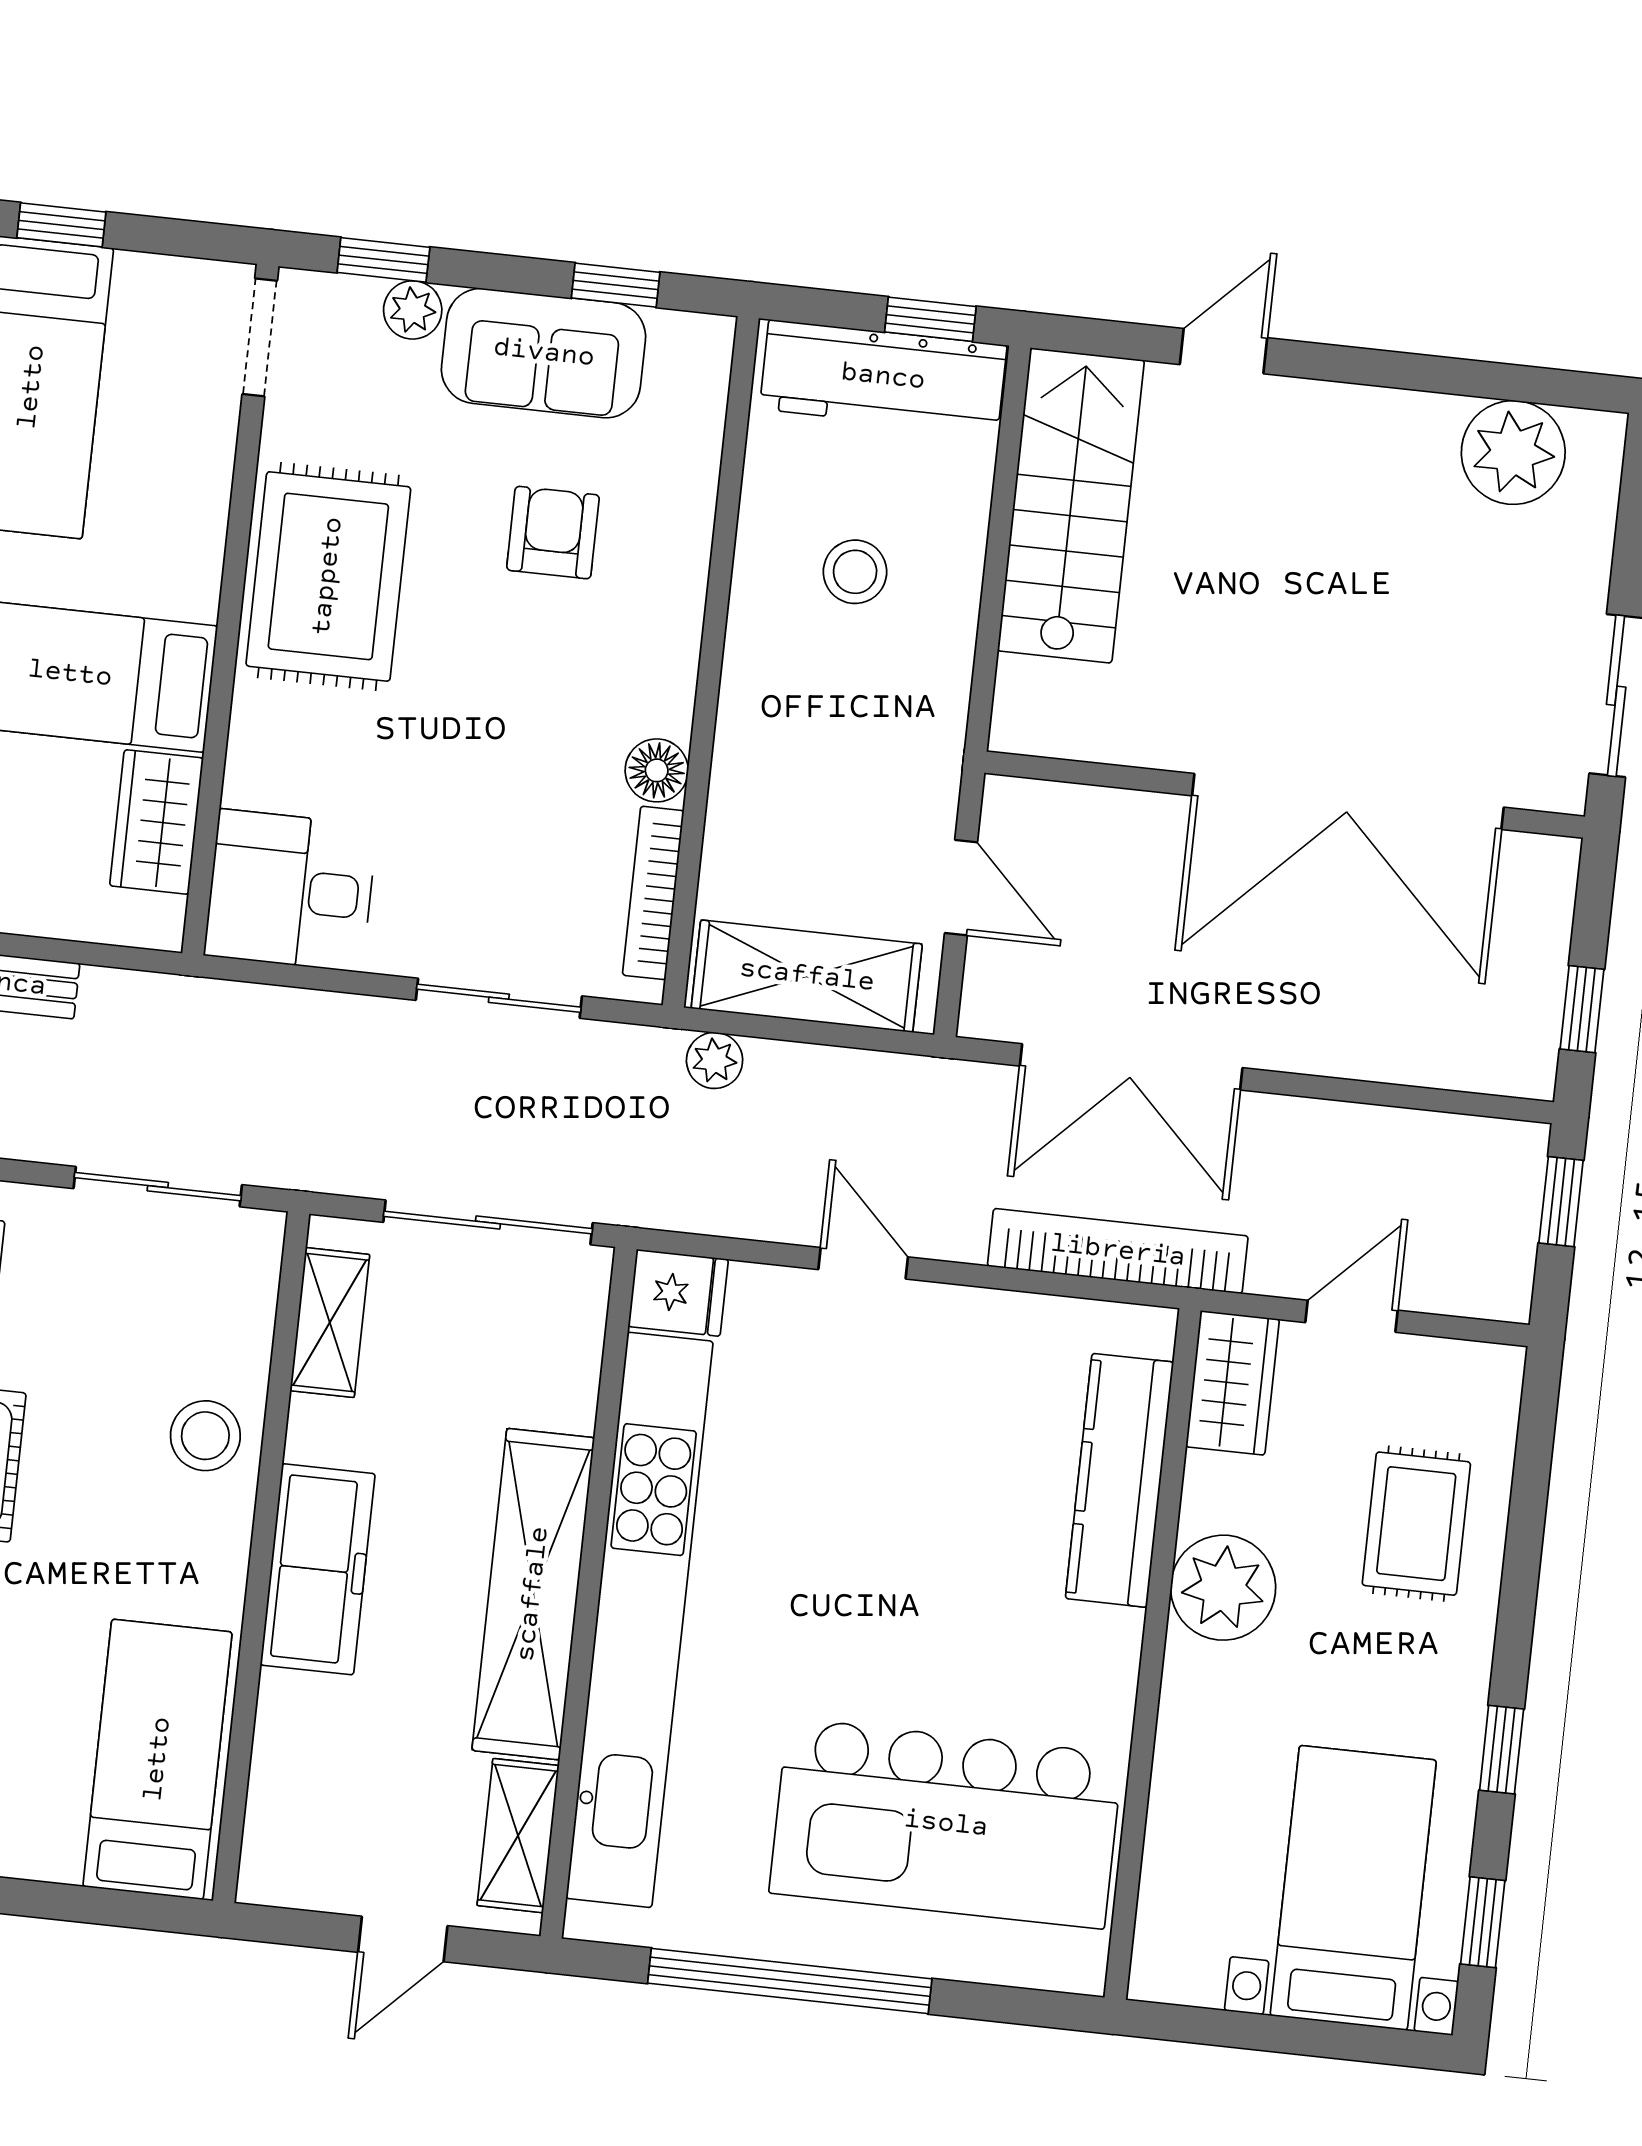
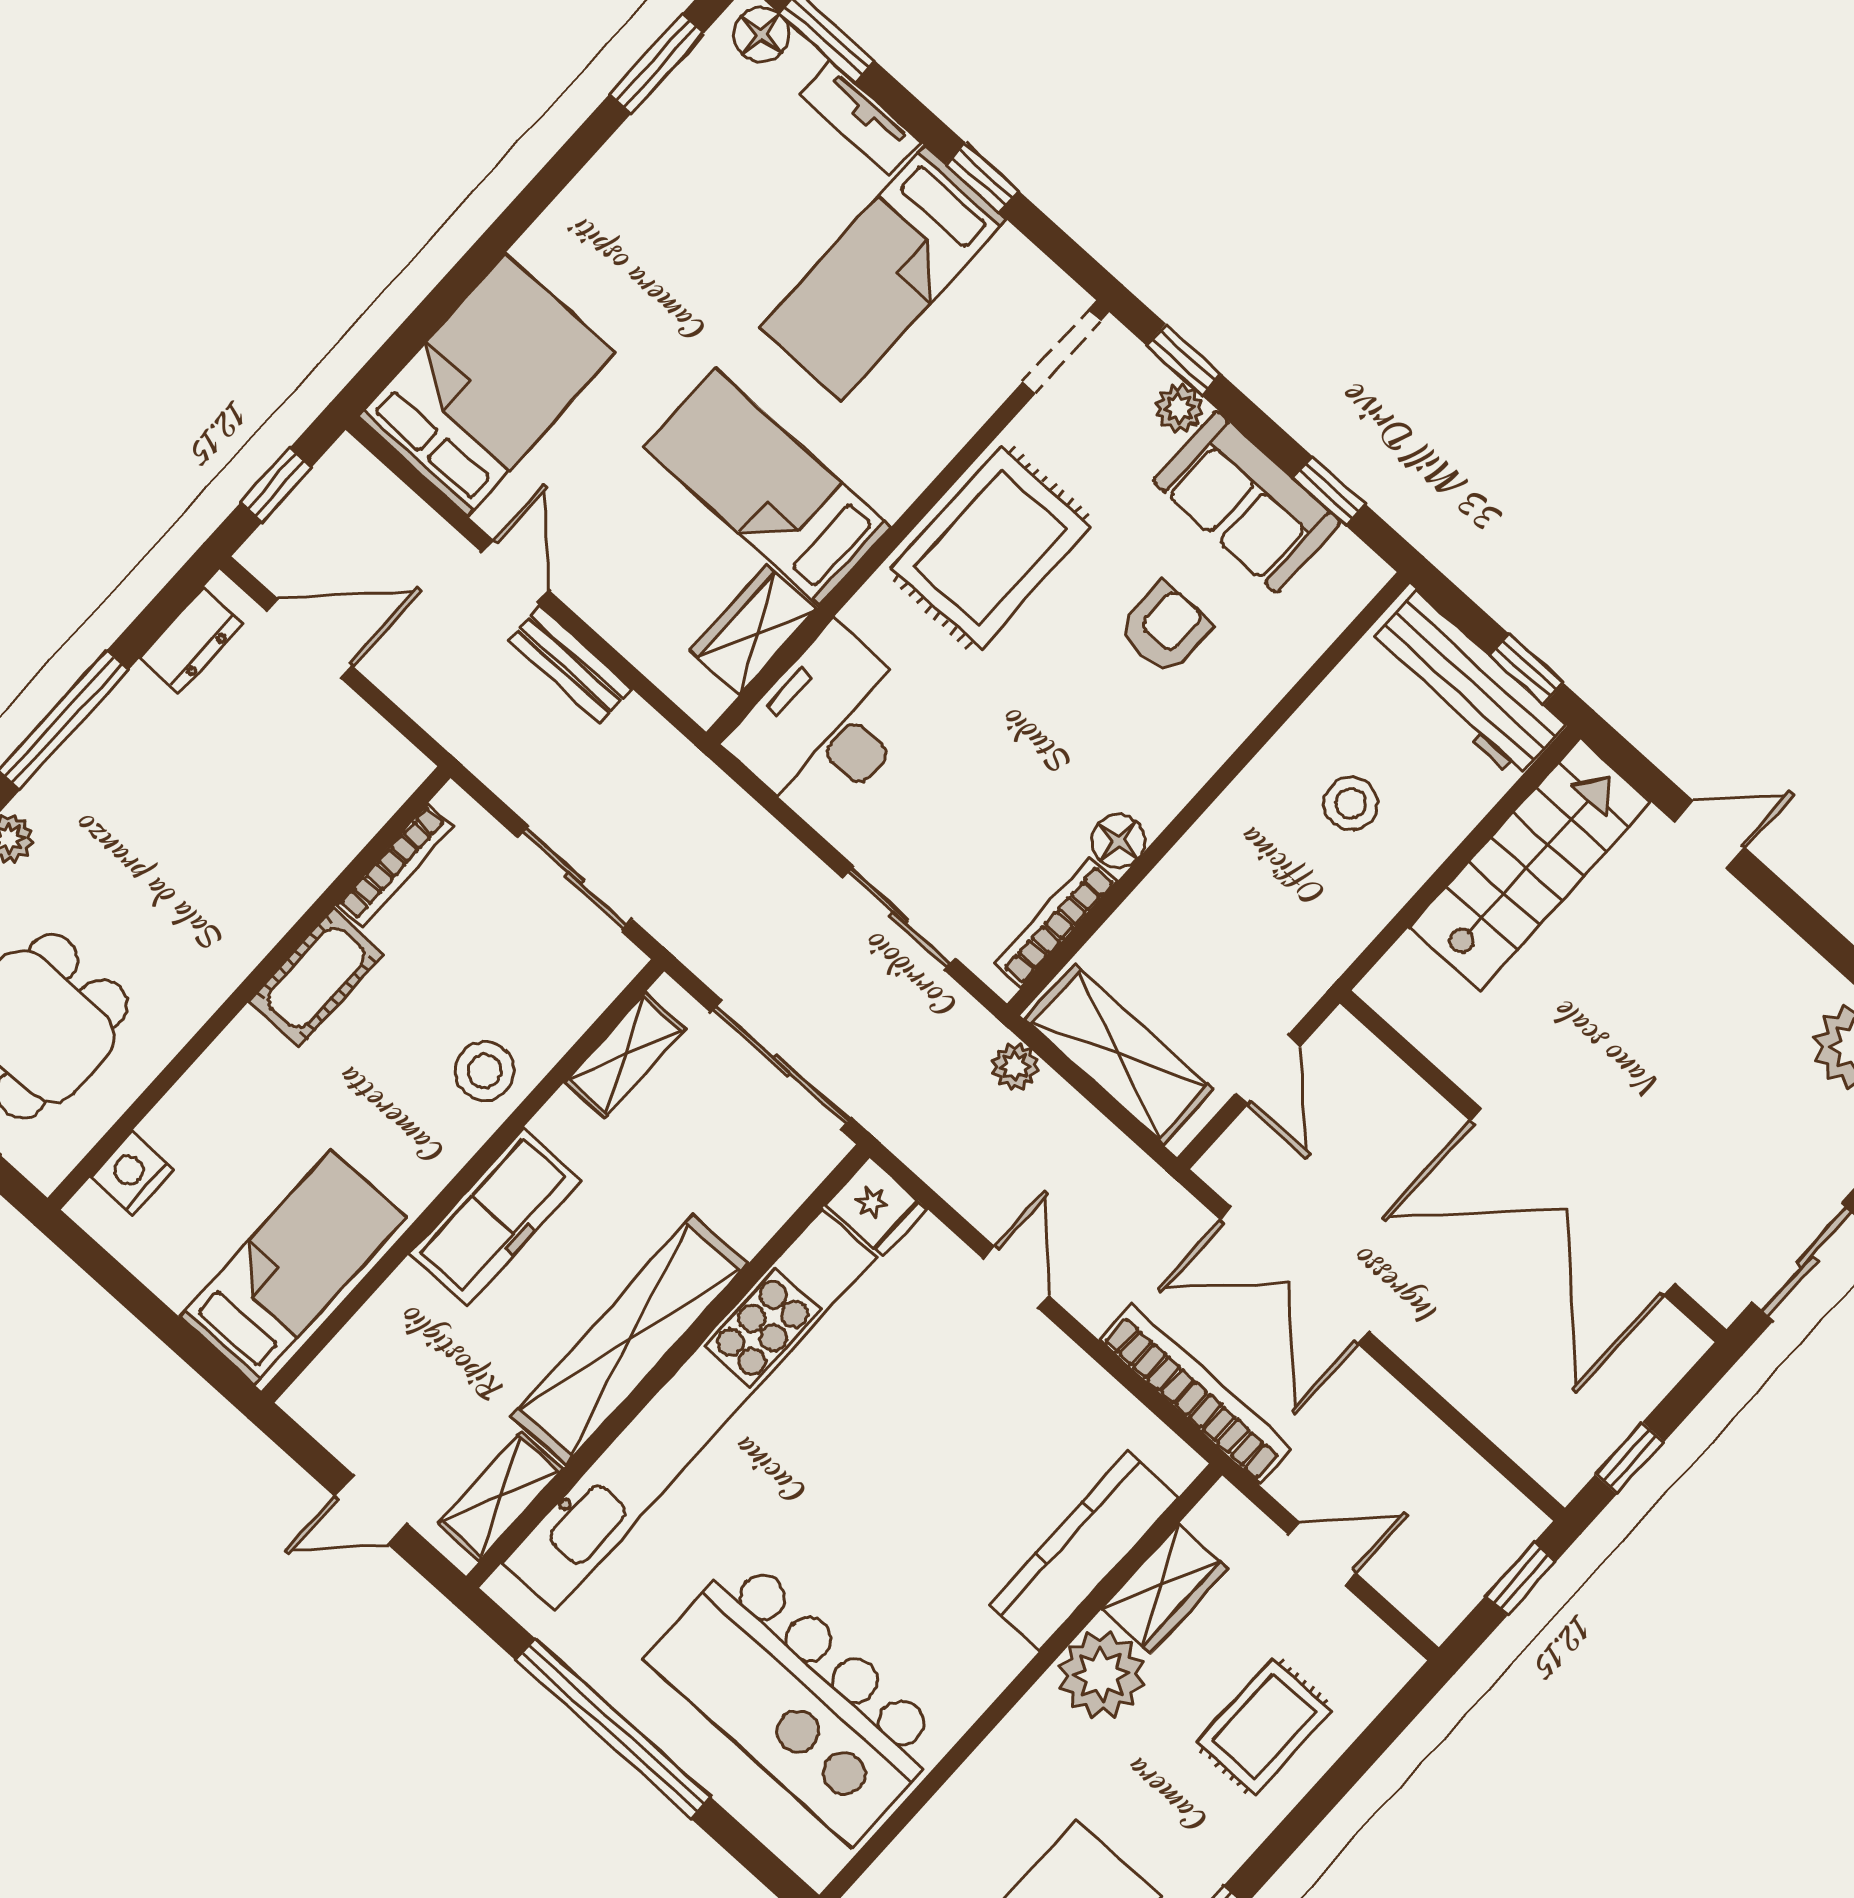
desk: (291, 891) -> (826, 725), width x1.37
wardrobe: (1233, 1383) -> (1165, 1589), moved

